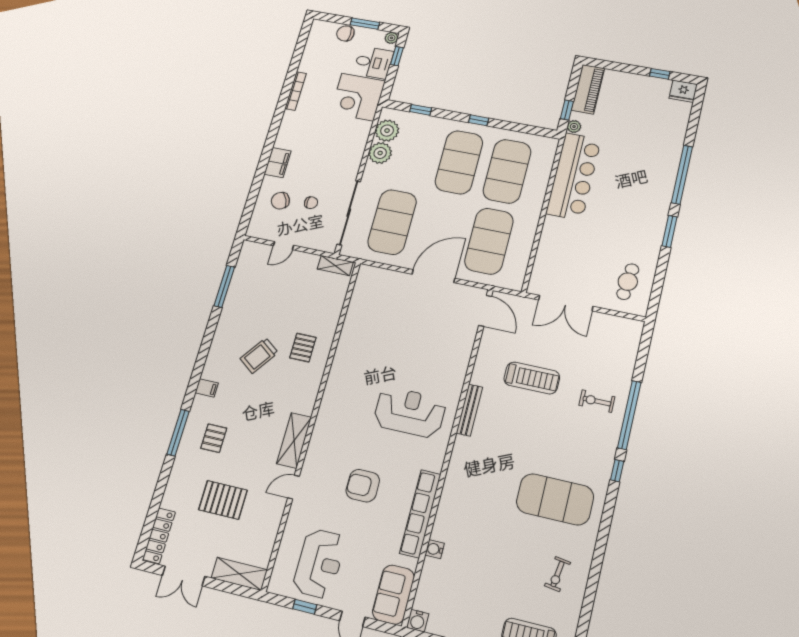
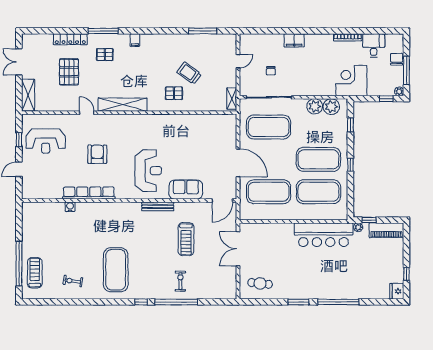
window: (365, 24) -> (406, 70), width x1.44
desk: (373, 63) -> (374, 46), moved, turned 180
chair: (280, 201) -> (268, 50), removed
door: (283, 246) -> (238, 61), swing flipped
trolley: (259, 356) -> (189, 73), moved
shelving: (294, 440) -> (123, 105), width x1.47
locker: (159, 536) -> (70, 39), moved
sofa: (393, 595) -> (186, 190), moved
water cooler: (418, 621) -> (27, 207), removed

